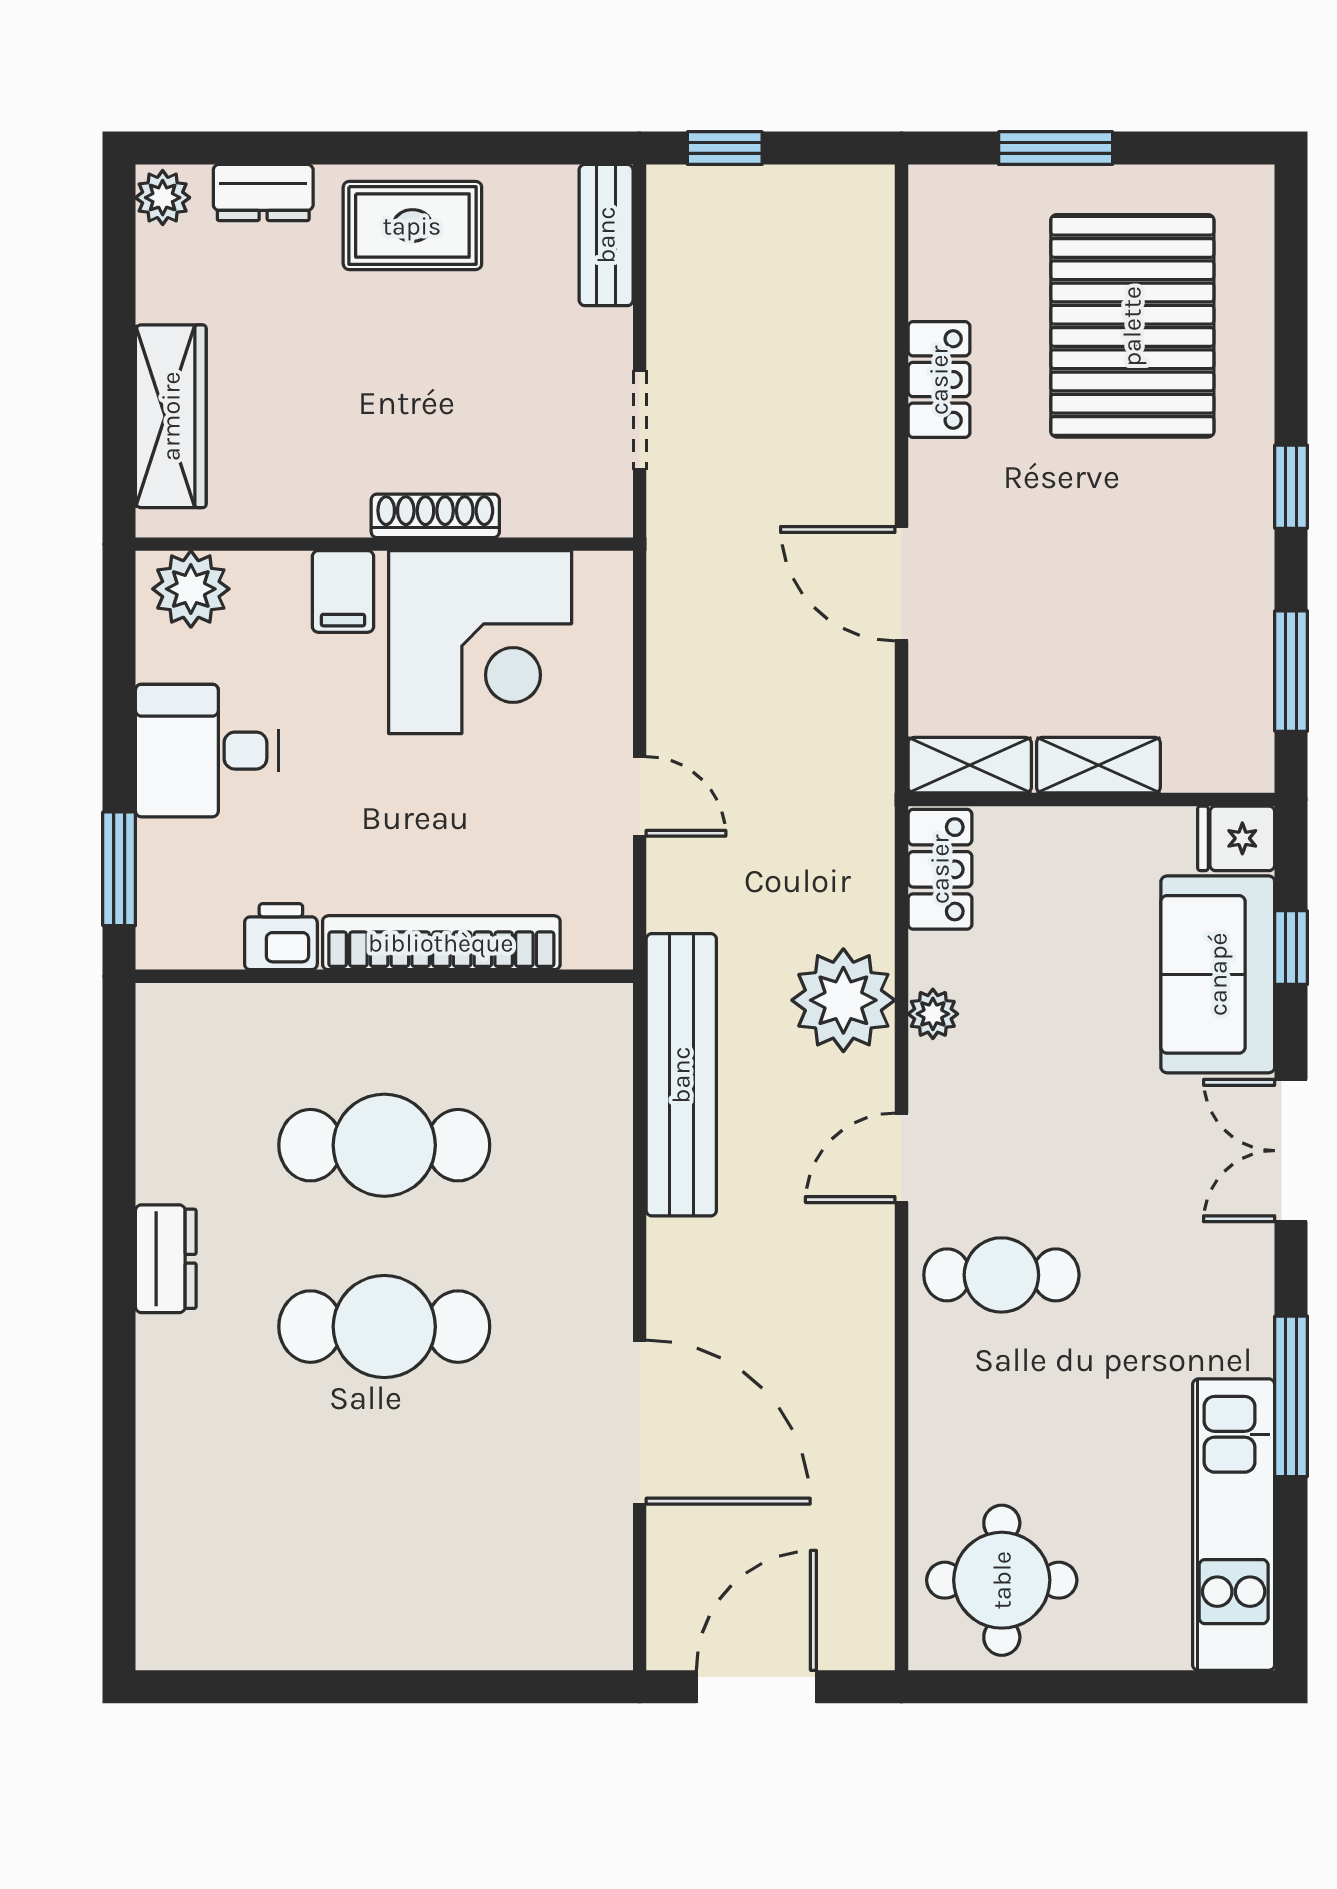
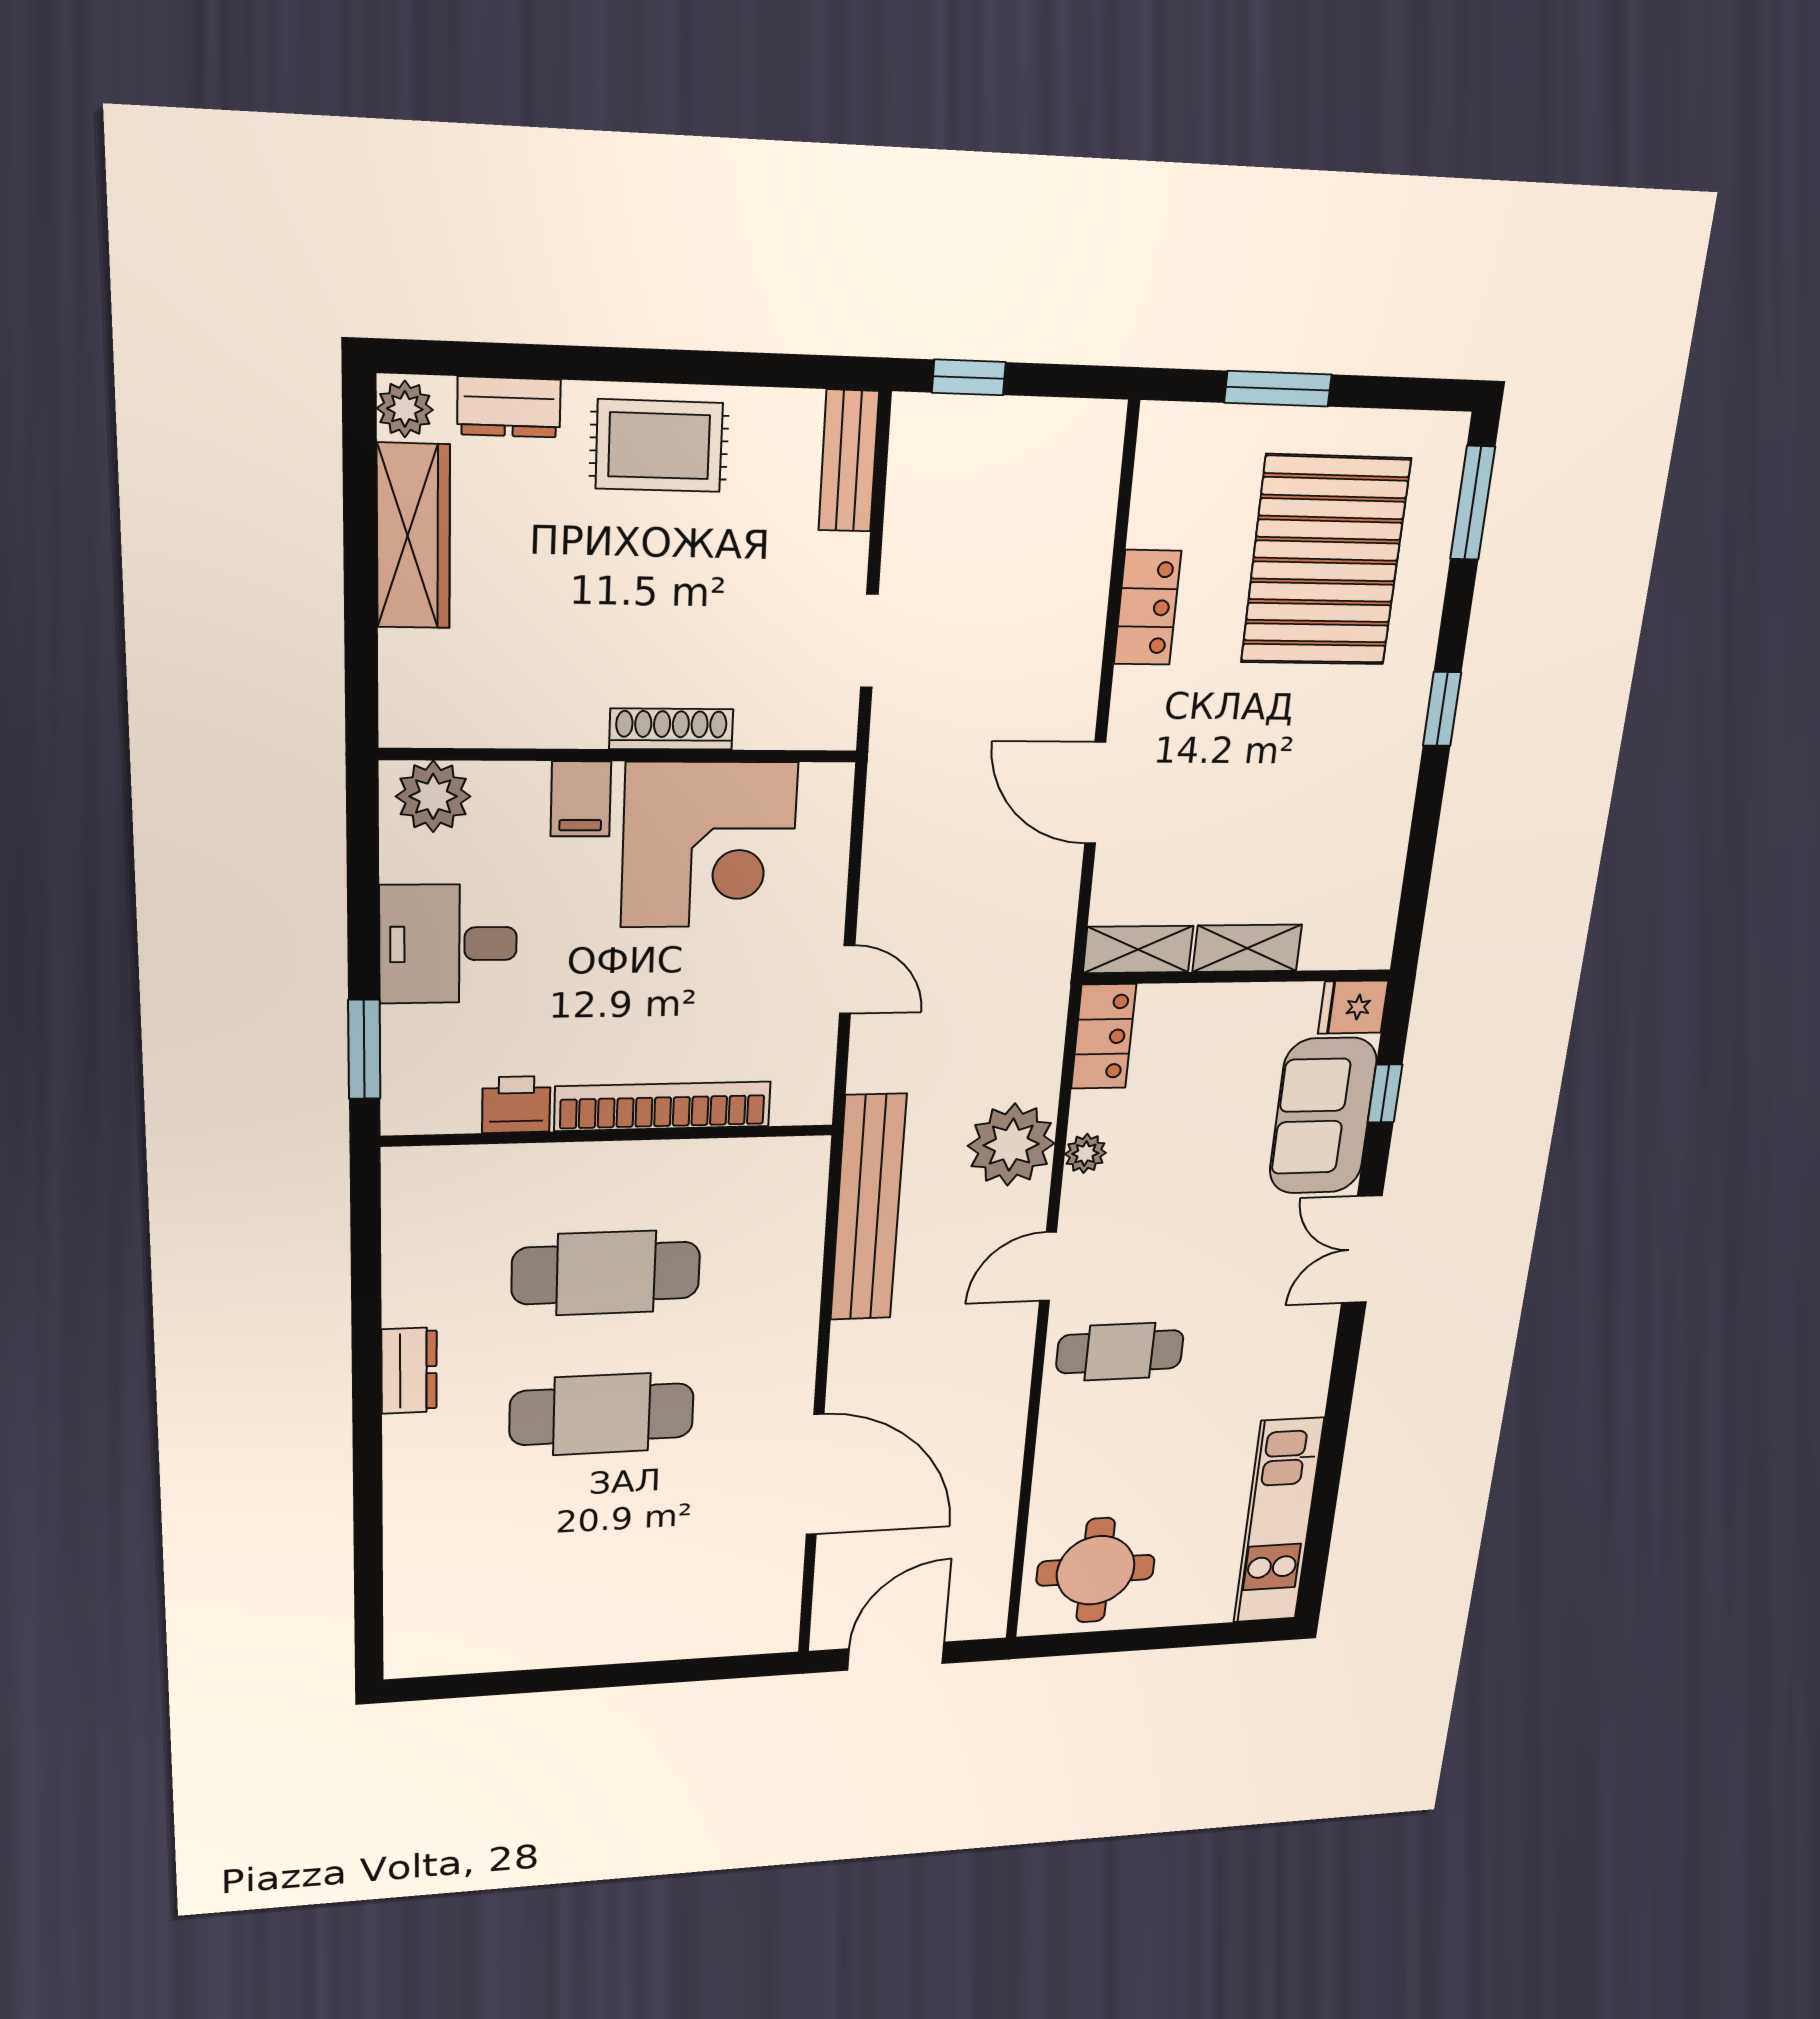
wardrobe: (171, 416) -> (413, 536), moved
window: (1291, 671) -> (1473, 503), moved
window: (1291, 1396) -> (1335, 1429), removed

